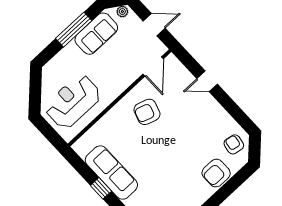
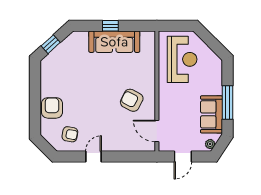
door: (207, 81) -> (93, 157), moved
armchair: (147, 112) -> (132, 100), turned -81
armchair: (234, 144) -> (70, 134), moved

